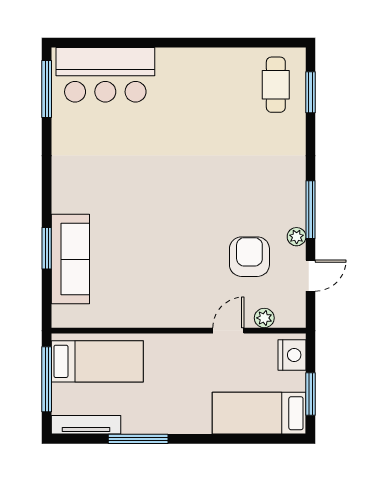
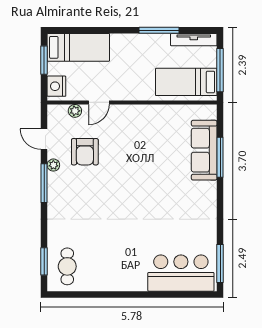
window: (47, 248) -> (220, 157), width x1.44
door: (311, 276) -> (44, 139), hinge flipped

